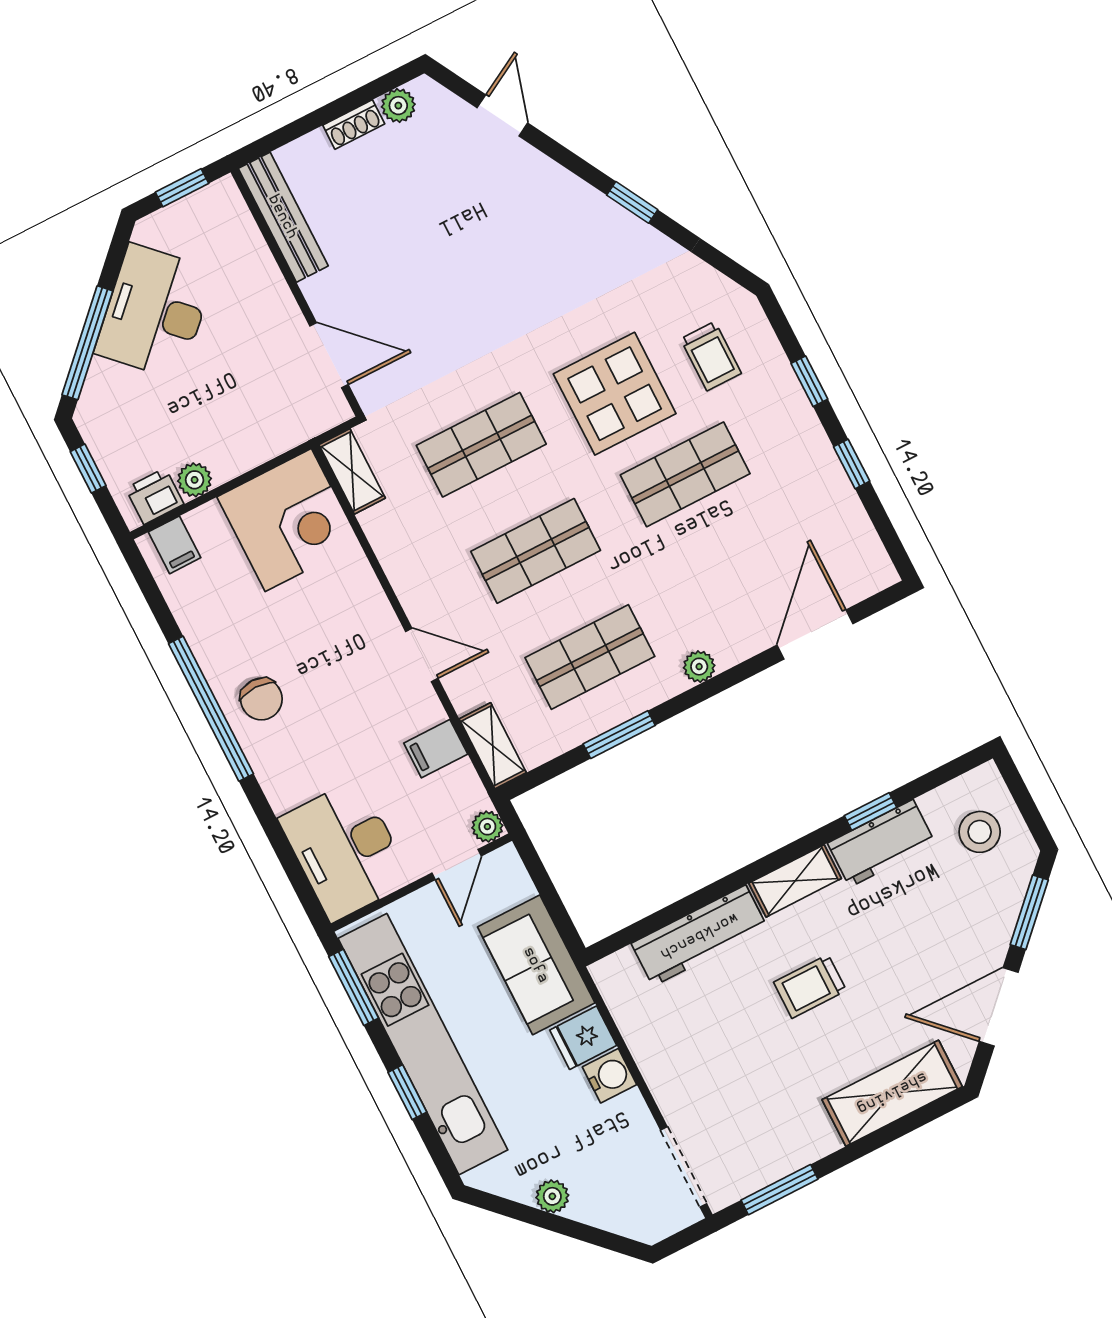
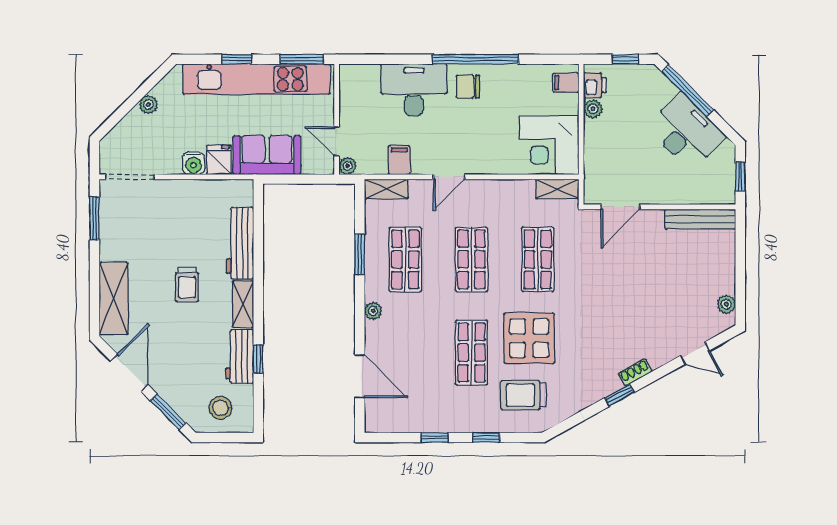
shoe rack: (354, 125) -> (635, 372), moved, turned 61
trolley: (711, 356) -> (523, 395), width x1.36, depth x1.39
desk: (345, 850) -> (414, 90), moved
trolley: (810, 986) -> (187, 285), turned 180

